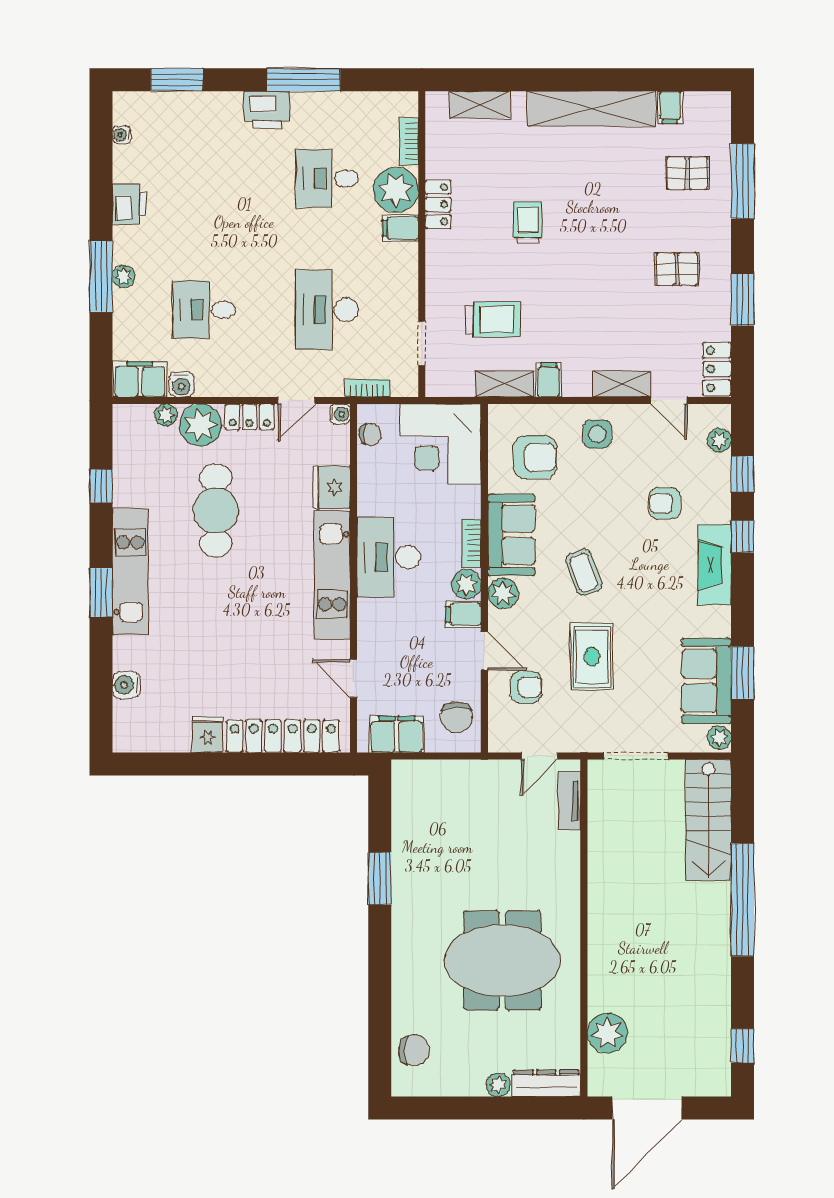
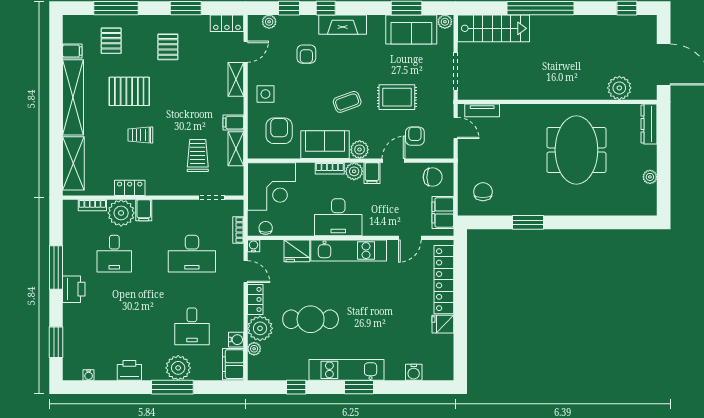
shelving: (480, 105) -> (73, 163), width x1.50, depth x1.33
pallet: (602, 204) -> (129, 91), added
plant: (124, 276) -> (178, 368), width x1.88, depth x1.88
chair: (414, 1050) -> (483, 192), moved
plant: (498, 1085) -> (650, 177), moved

